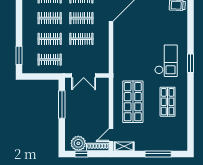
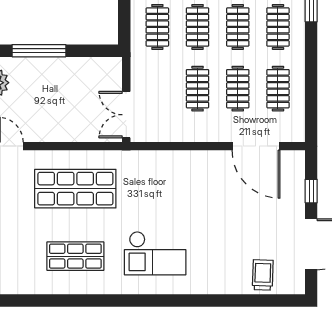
window: (190, 63) -> (150, 301), removed
double door: (84, 76) -> (126, 115), moved
window: (62, 105) -> (39, 51), moved

